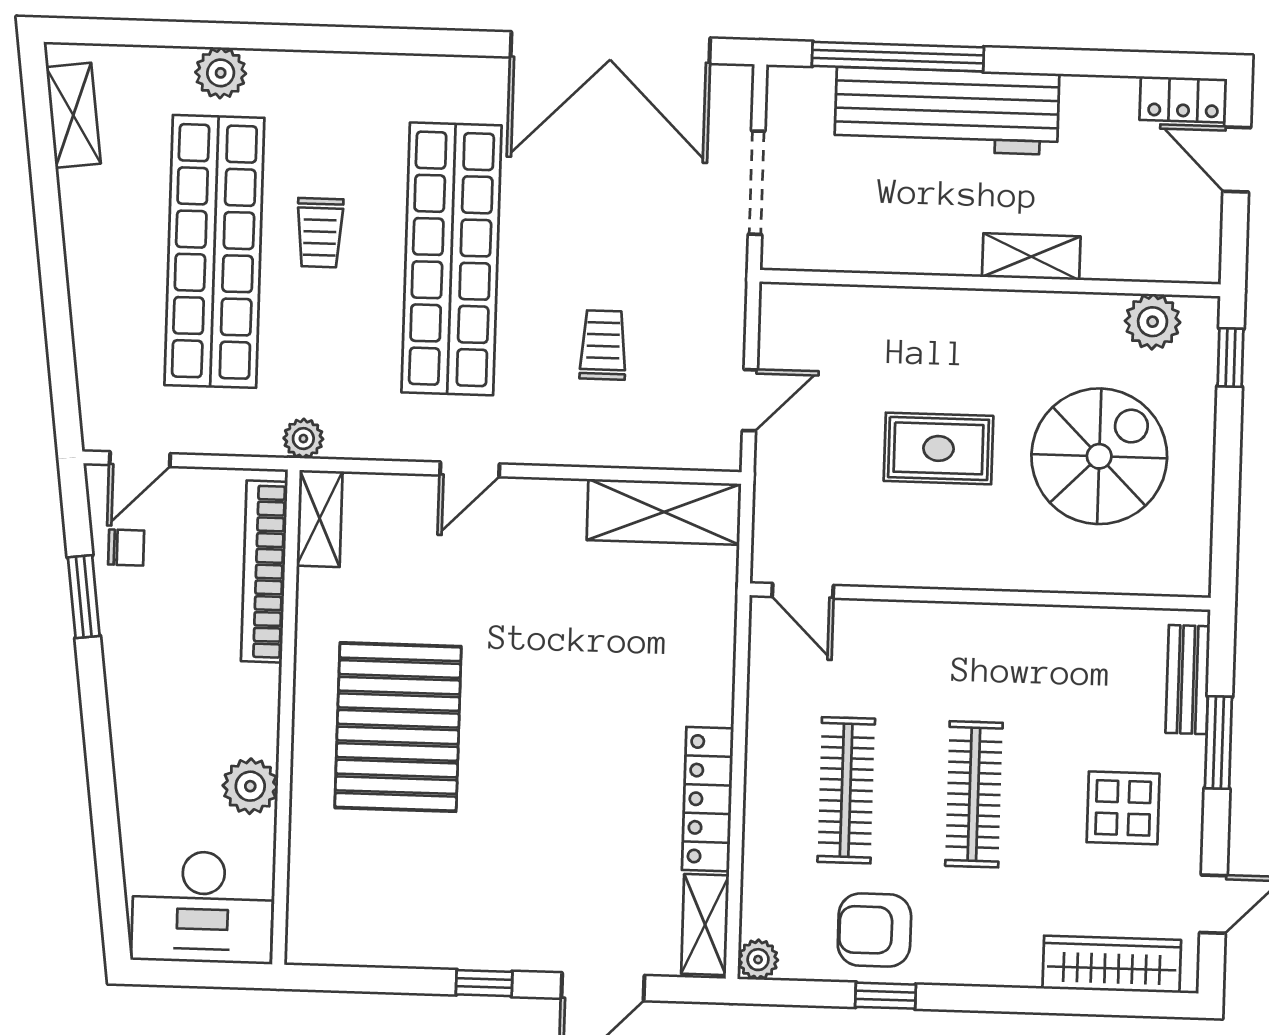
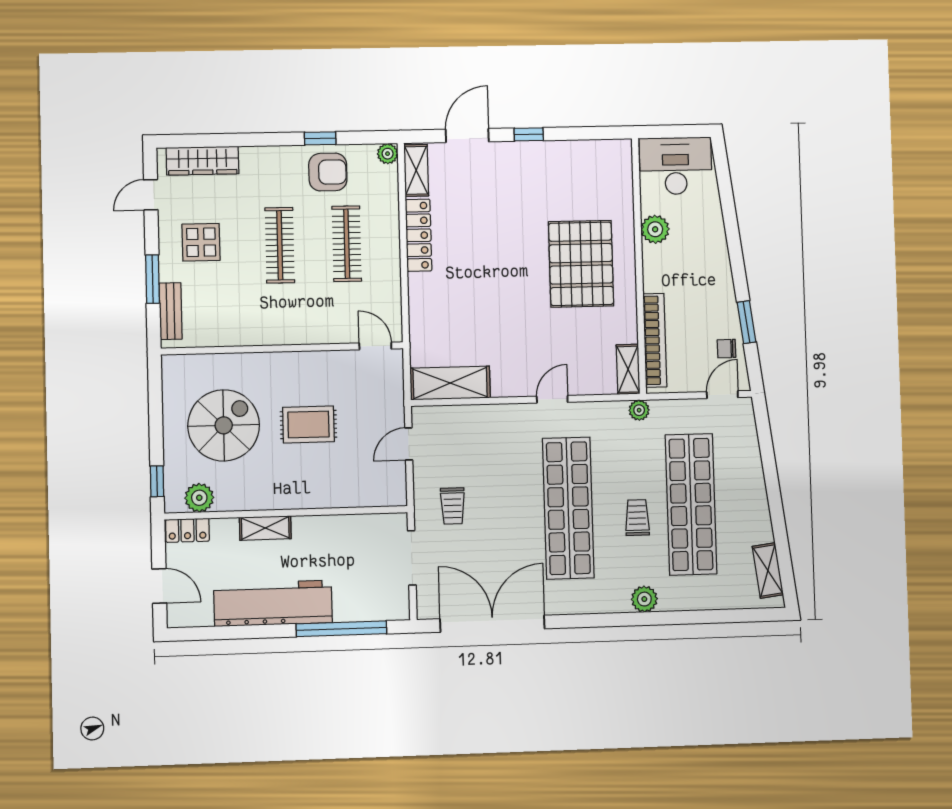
plant: (221, 73) -> (644, 599), moved
locker: (1183, 99) -> (187, 530), moved, turned 180
workbench: (947, 111) -> (273, 603), moved
trolley: (603, 345) -> (453, 506), moved
spiral stairs: (1099, 456) -> (224, 425), turned 180

